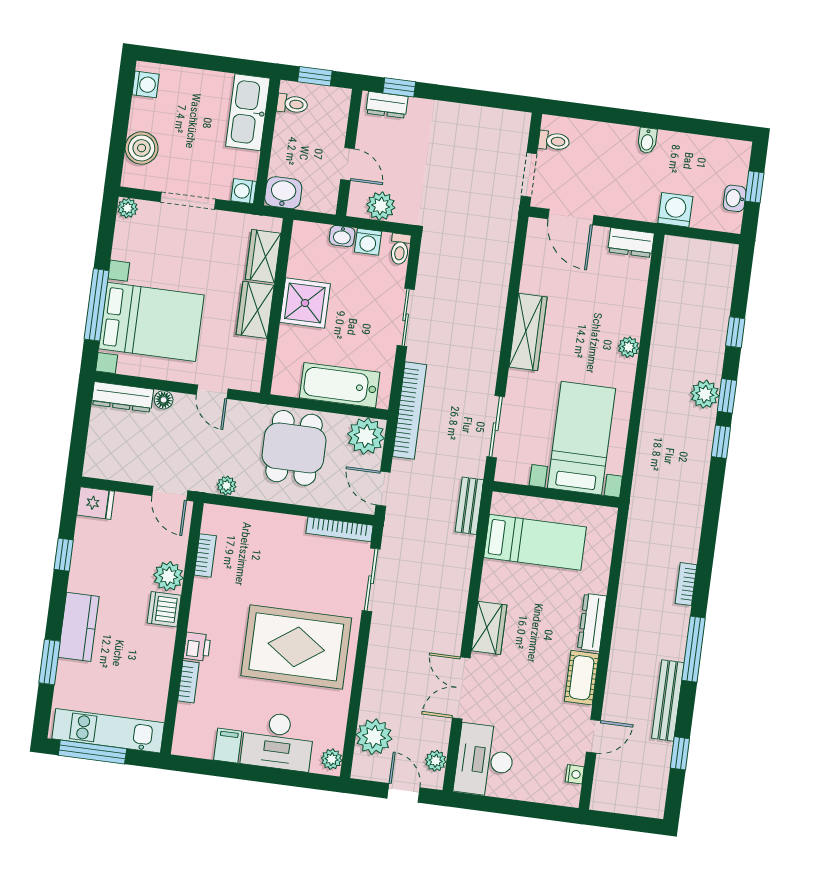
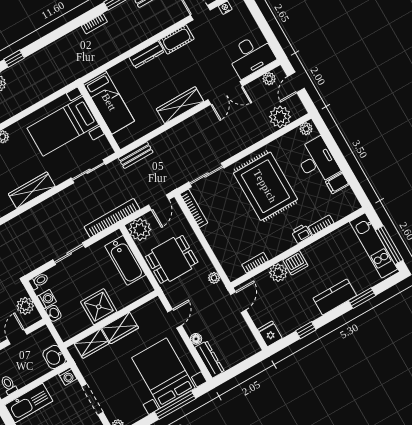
bed: (535, 542) -> (109, 102), moved, turned 180
wardrobe: (489, 628) -> (180, 105), width x1.50

